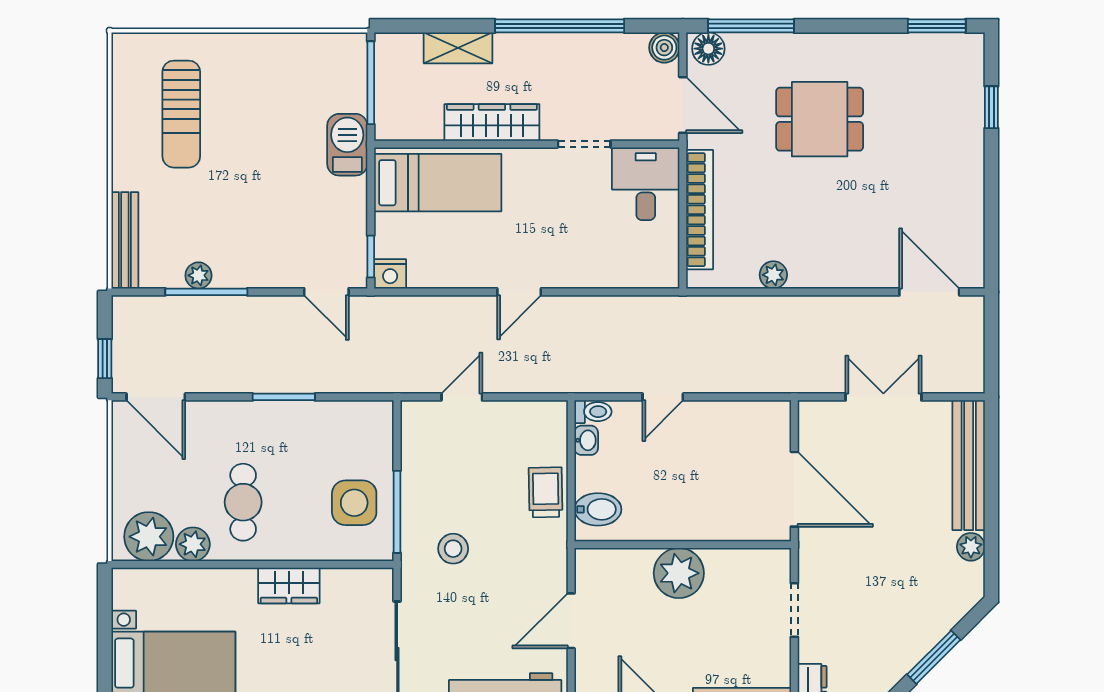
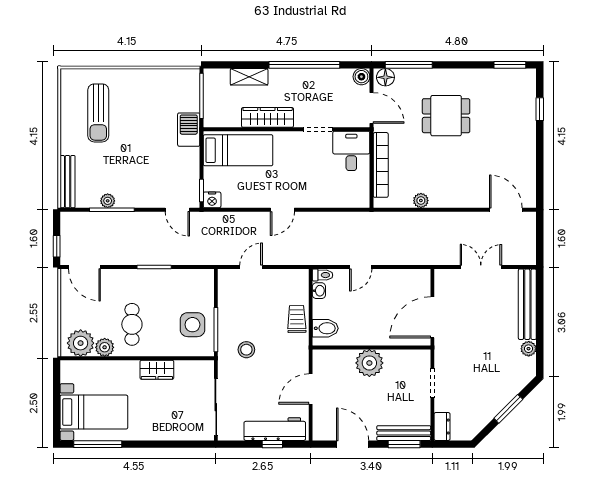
door: (794, 489) -> (432, 317), swing flipped

